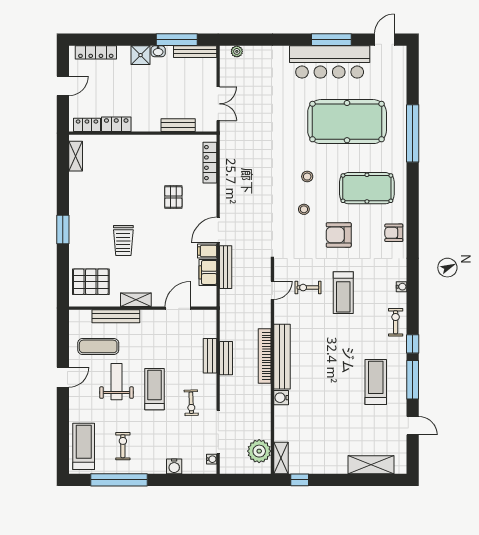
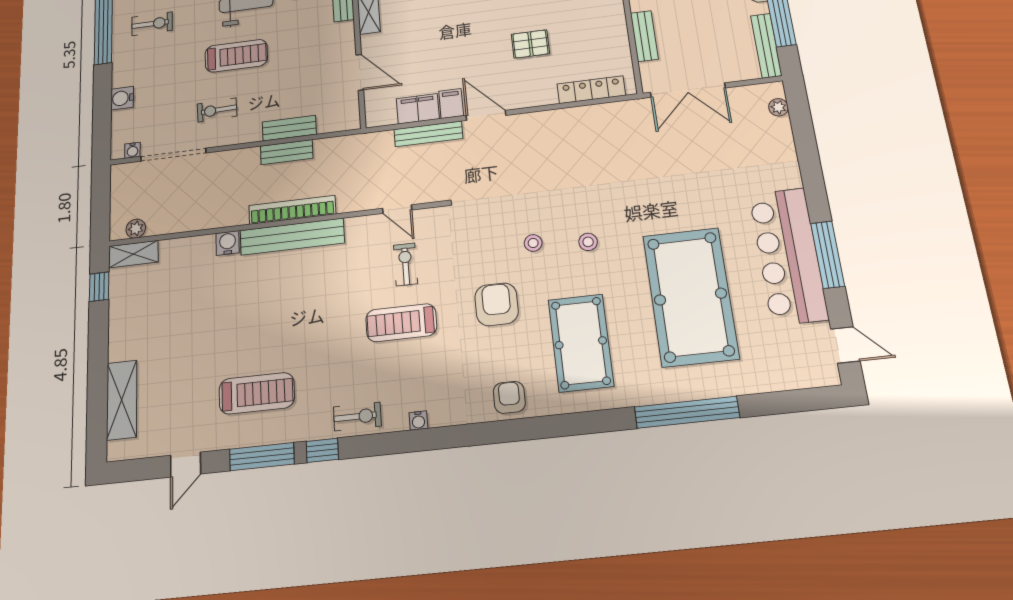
double door: (218, 104) -> (688, 90), width x1.37
plant: (259, 451) -> (136, 229), width x0.53, depth x0.53

